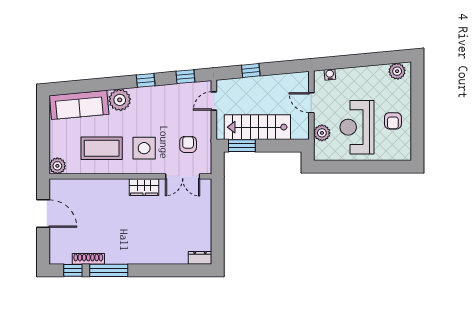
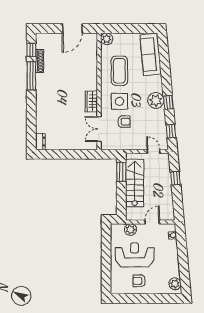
plant: (120, 100) -> (156, 100), moved
armchair: (188, 144) -> (124, 122), moved

